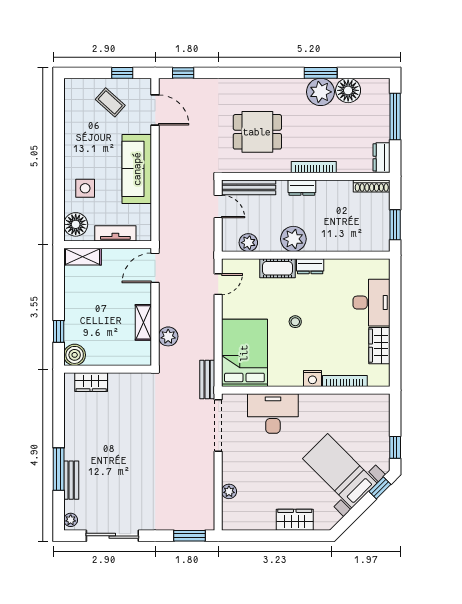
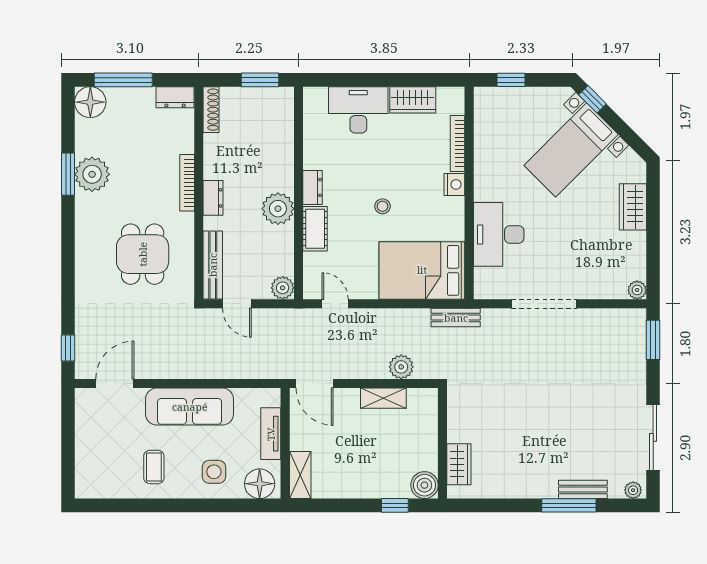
window: (122, 73) -> (68, 425), removed
floor lamp: (348, 90) -> (90, 102), moved
coffee table: (110, 102) -> (154, 467), moved, turned -42
door: (218, 206) -> (237, 304), swing flipped
plant: (248, 243) -> (283, 288), moved
doorway: (218, 426) -> (544, 304), moved
window: (395, 447) -> (511, 80), moved
plant: (229, 491) -> (637, 290), moved

